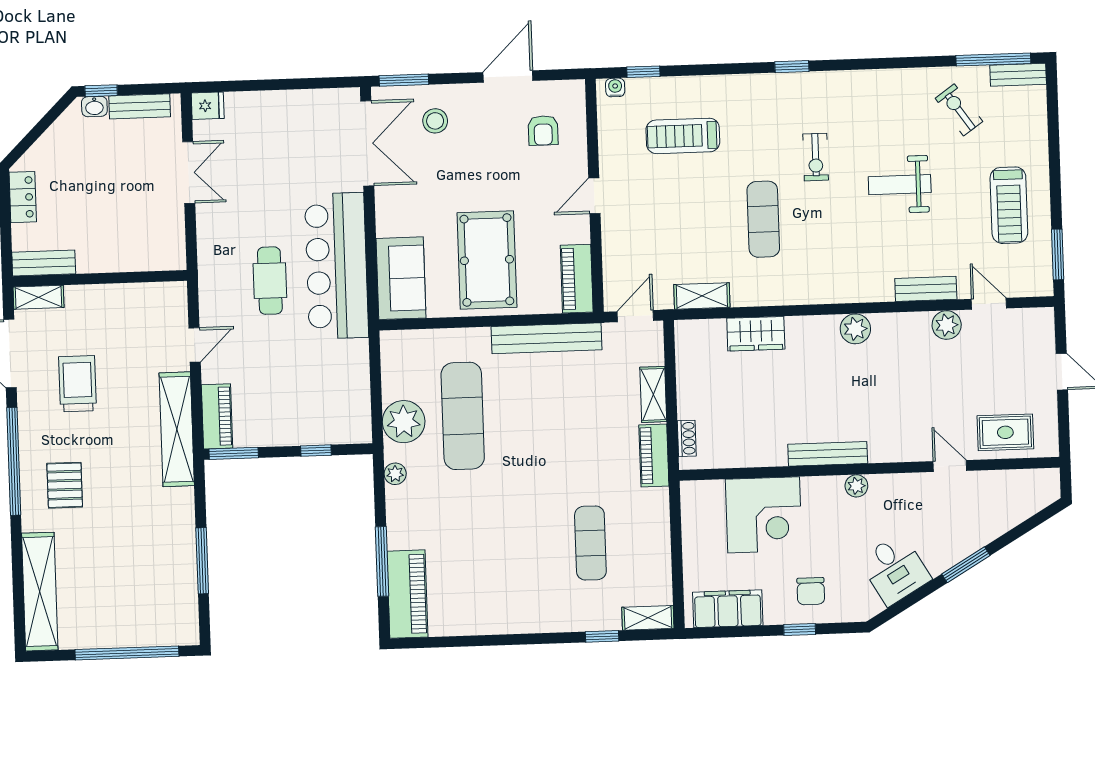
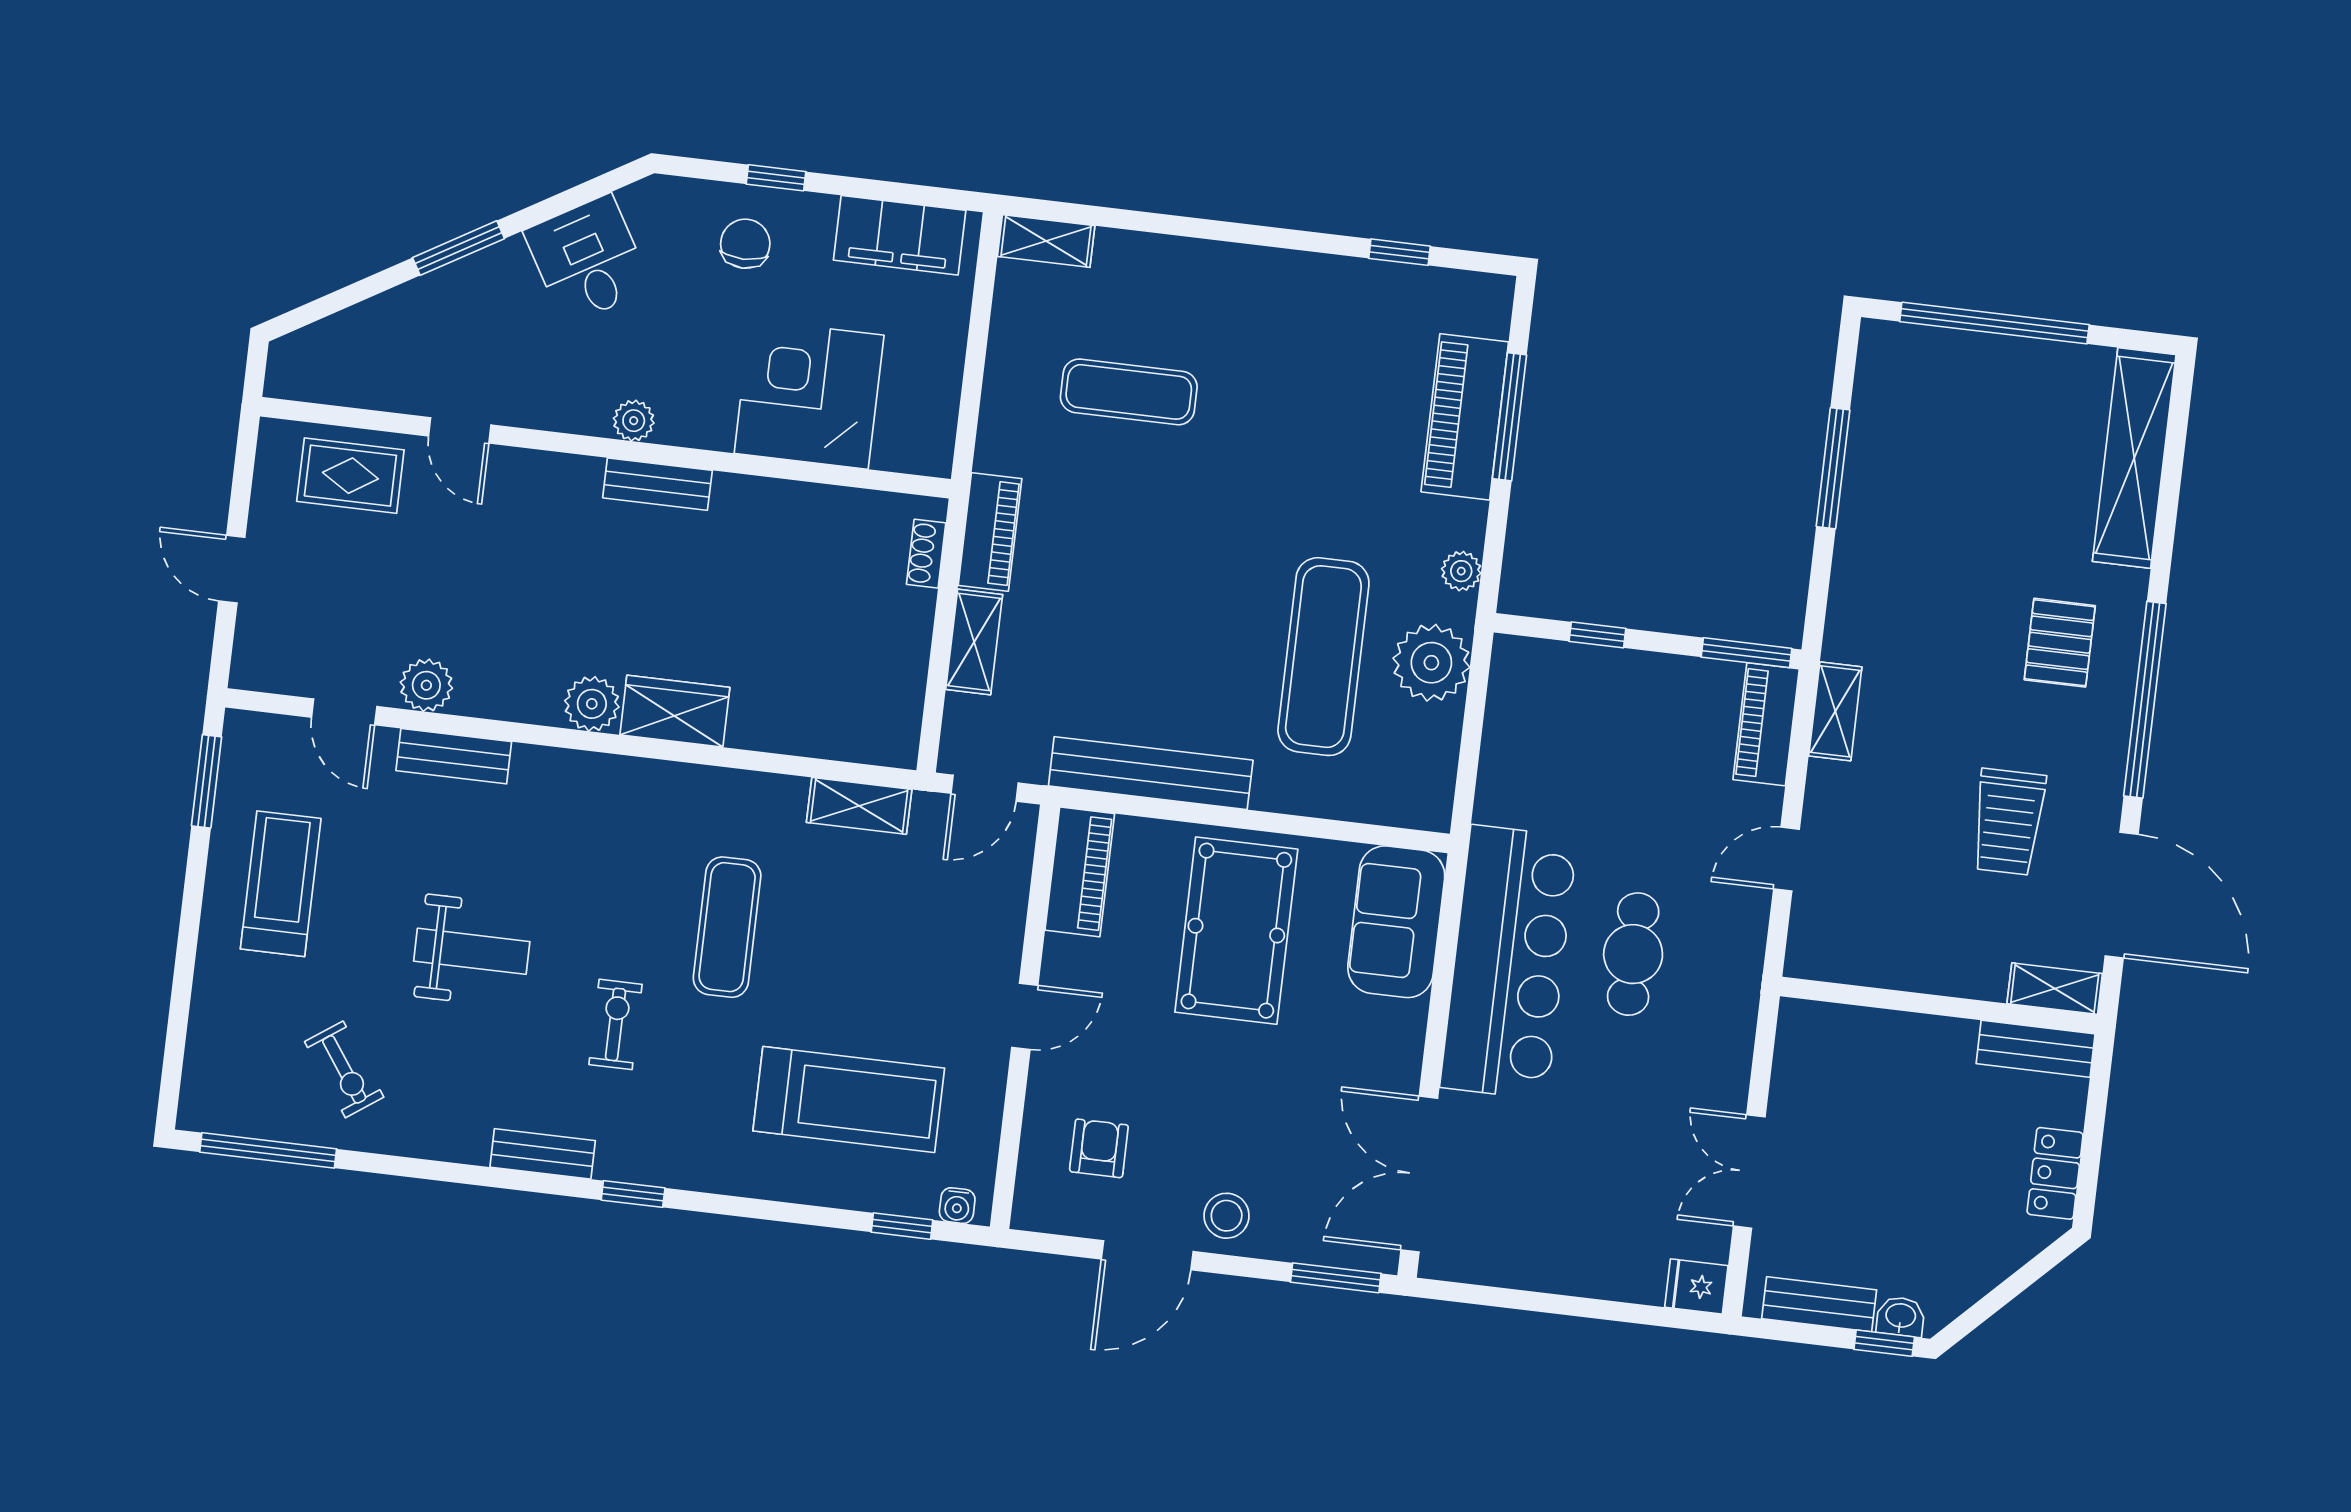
bench: (1018, 75) -> (543, 1154), moved
stool: (435, 121) -> (1227, 1216), moved
treadmill: (683, 136) -> (849, 1100), width x1.37, depth x1.38
wardrobe: (756, 334) -> (675, 711), moved
shelving: (177, 429) -> (1835, 711), width x0.45, depth x0.75
bench: (828, 454) -> (657, 484), width x0.73
exercise mat: (590, 543) -> (1129, 392), turned 90
piano: (407, 594) -> (1465, 417), moved
window: (602, 636) -> (1399, 252), moved

